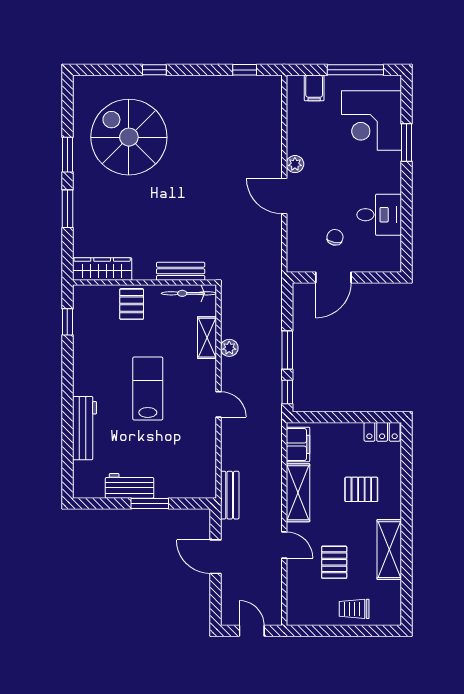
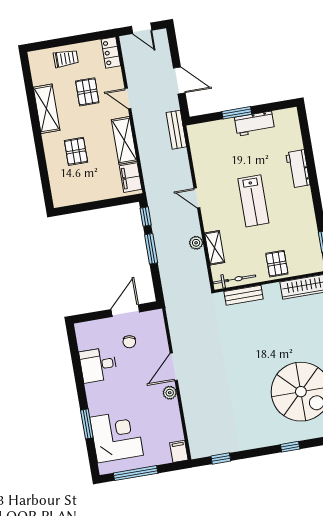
filing cabinet: (314, 88) -> (179, 451), moved
door: (284, 196) -> (174, 367), swing flipped
workbench: (85, 428) -> (298, 169), width x0.73
locker: (382, 432) -> (111, 53), moved, turned -90
pallet: (361, 489) -> (76, 151), turned 90

